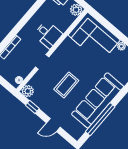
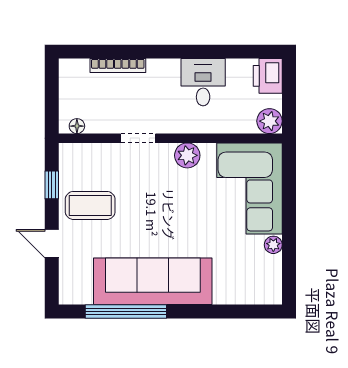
desk: (48, 35) -> (203, 82), moved, turned 180
coffee table: (66, 85) -> (90, 205), moved
plant: (28, 91) -> (187, 155), moved

